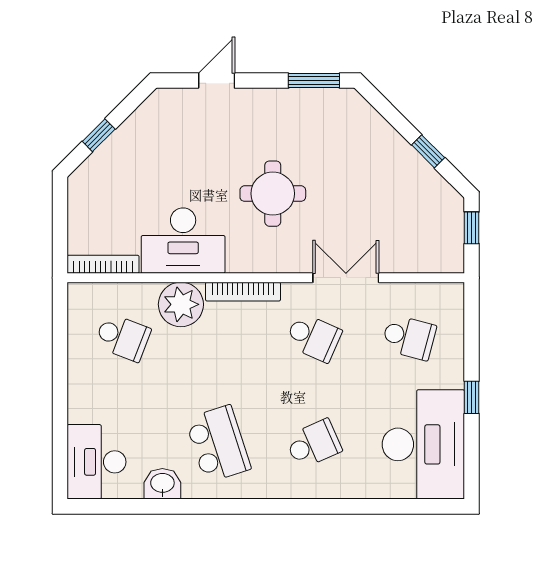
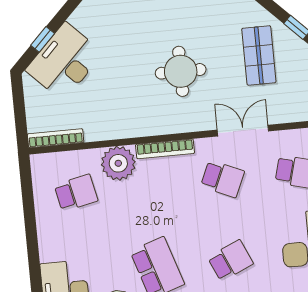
shop shelf: (376, 183) -> (259, 55), added
desk: (183, 241) -> (64, 62), moved, turned 135
school desk: (123, 337) -> (76, 193), turned -33

